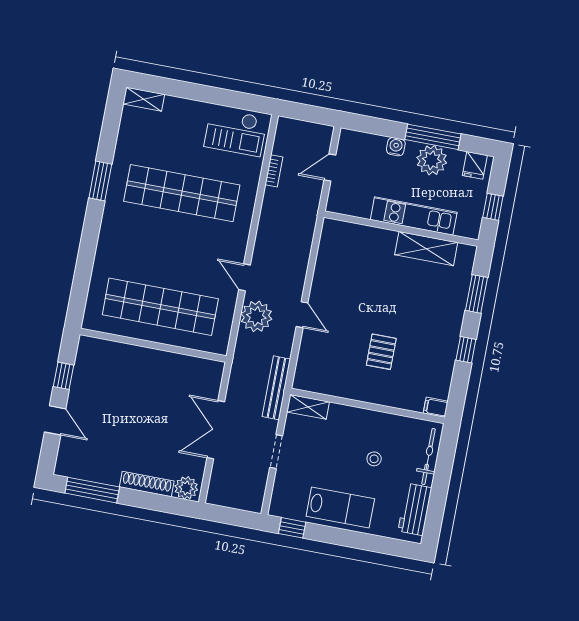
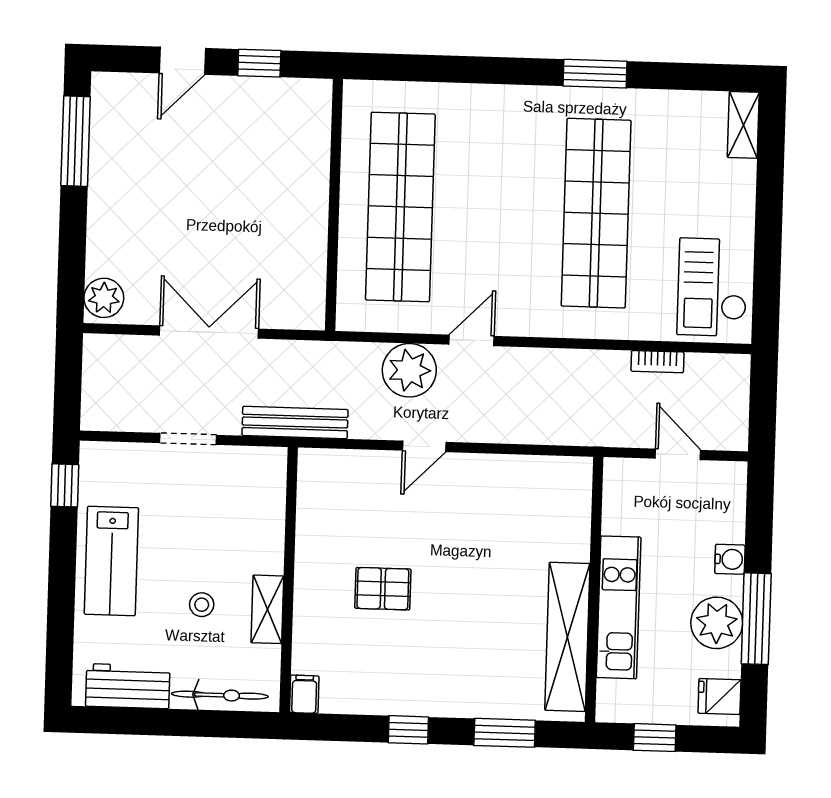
shelving: (426, 249) -> (567, 637), width x1.47
shelving: (308, 407) -> (267, 609), moved
shoe rack: (147, 484) -> (100, 231), removed

